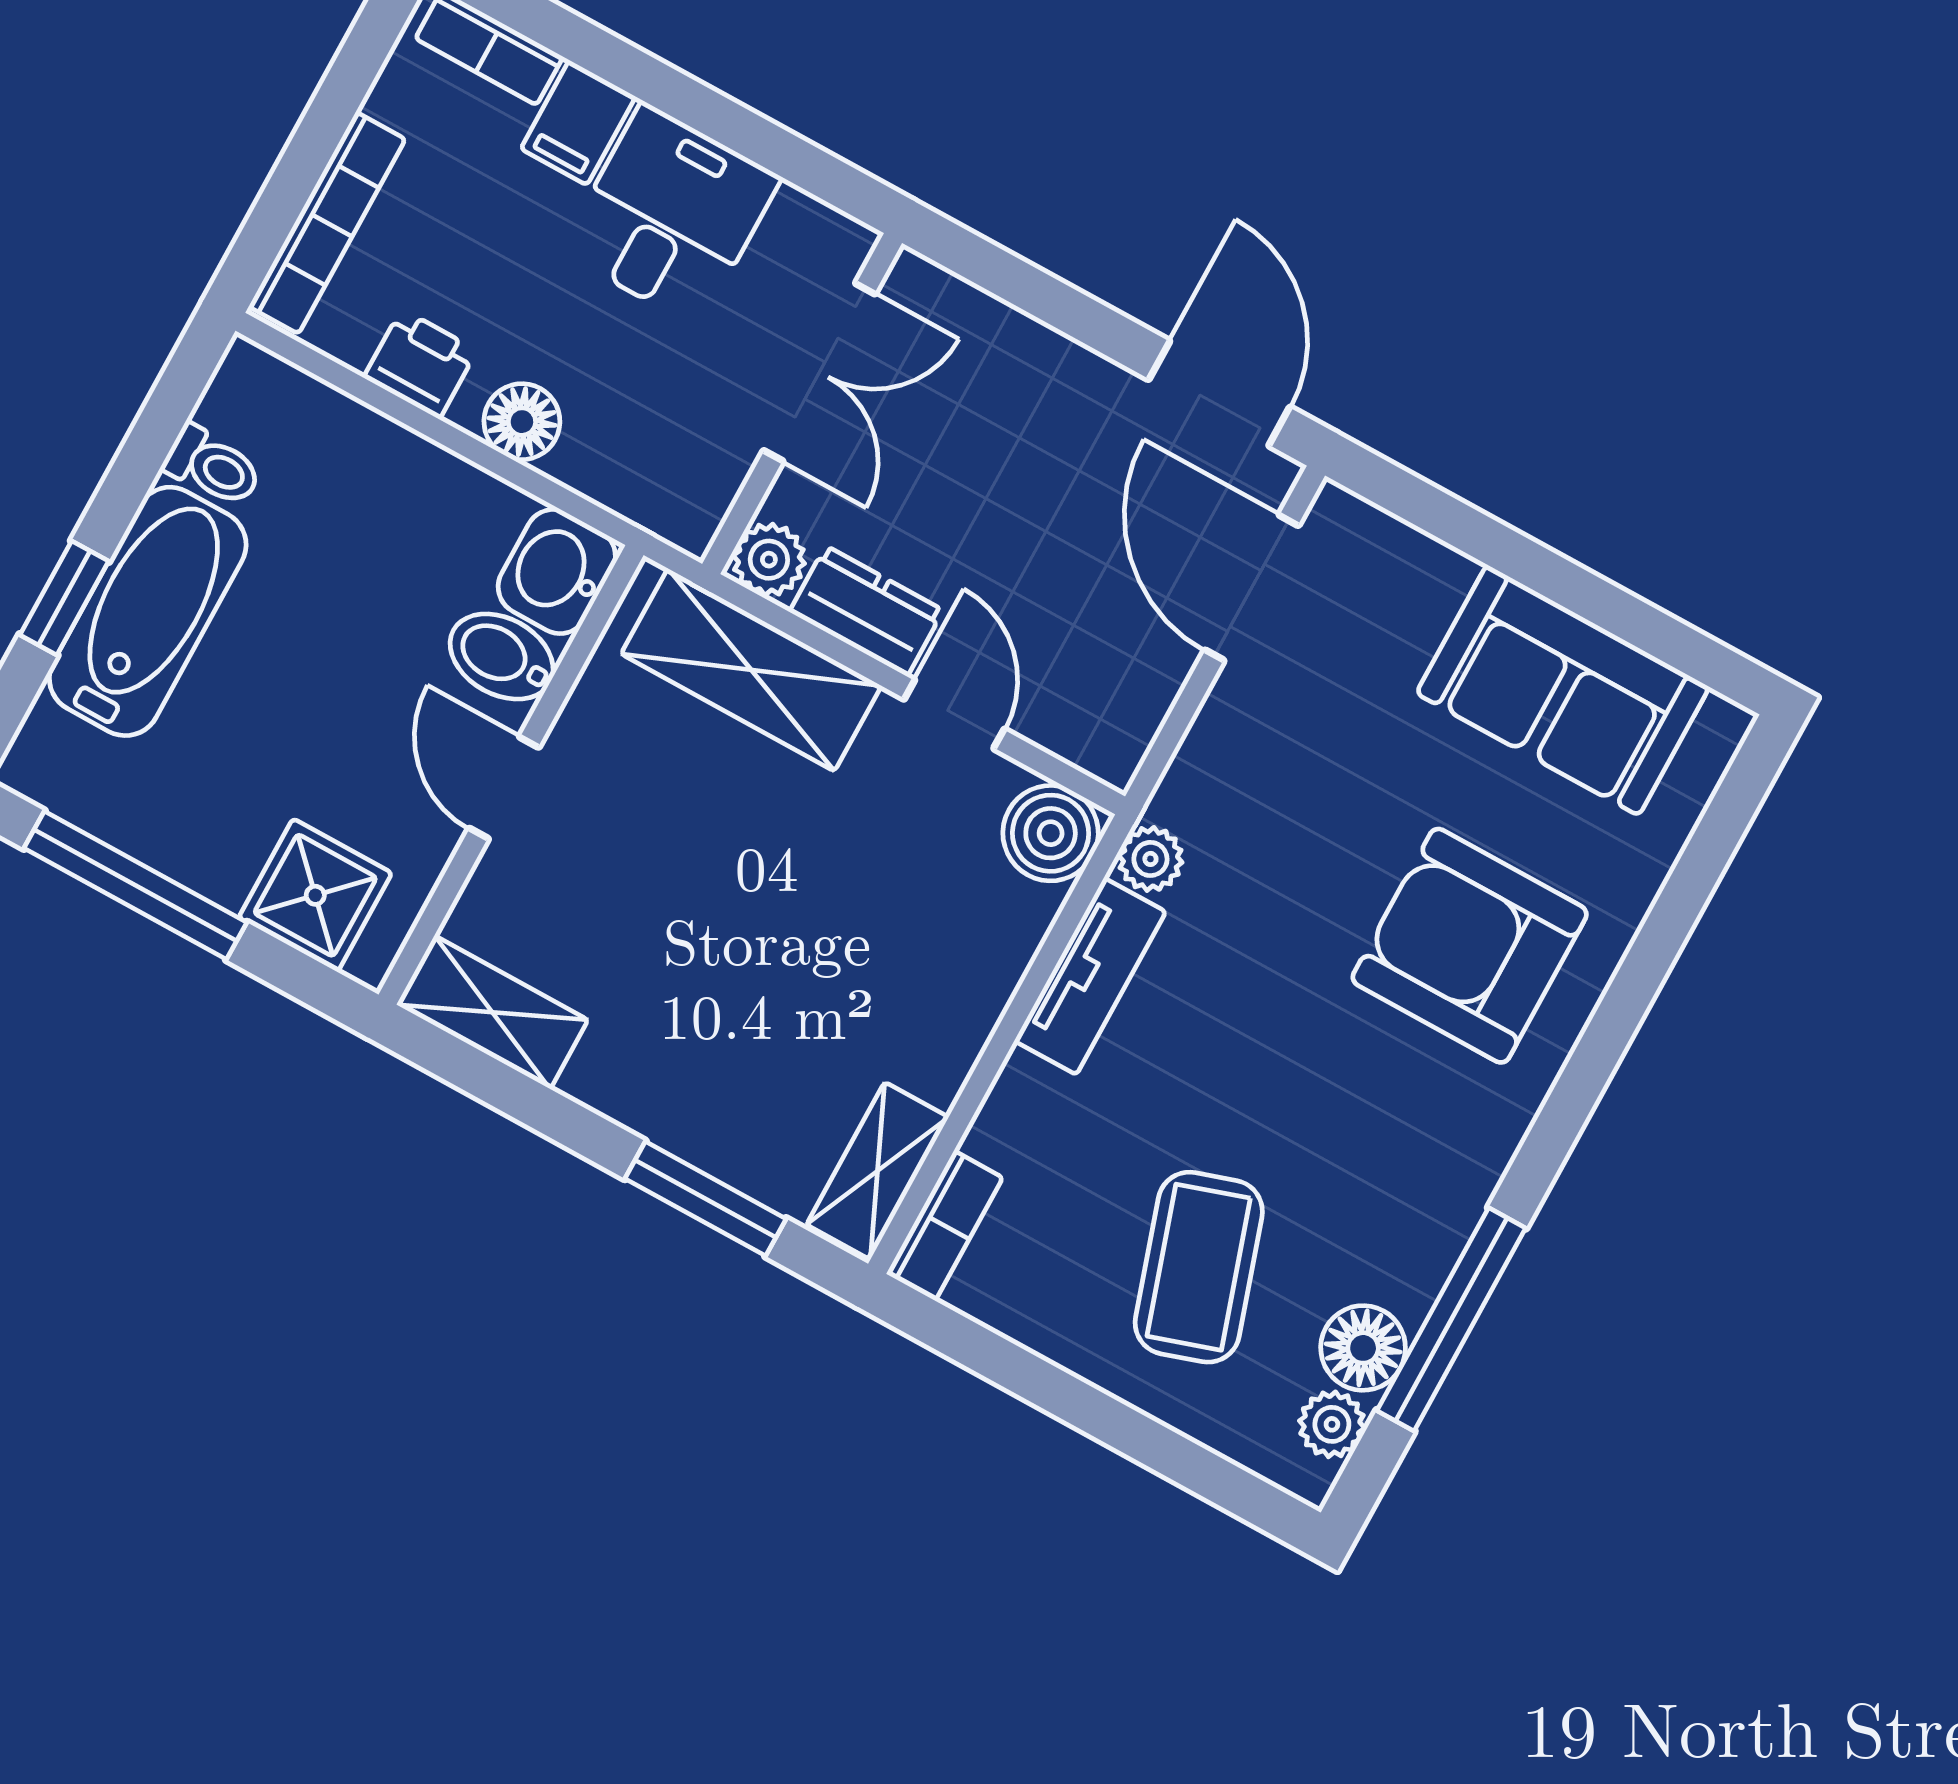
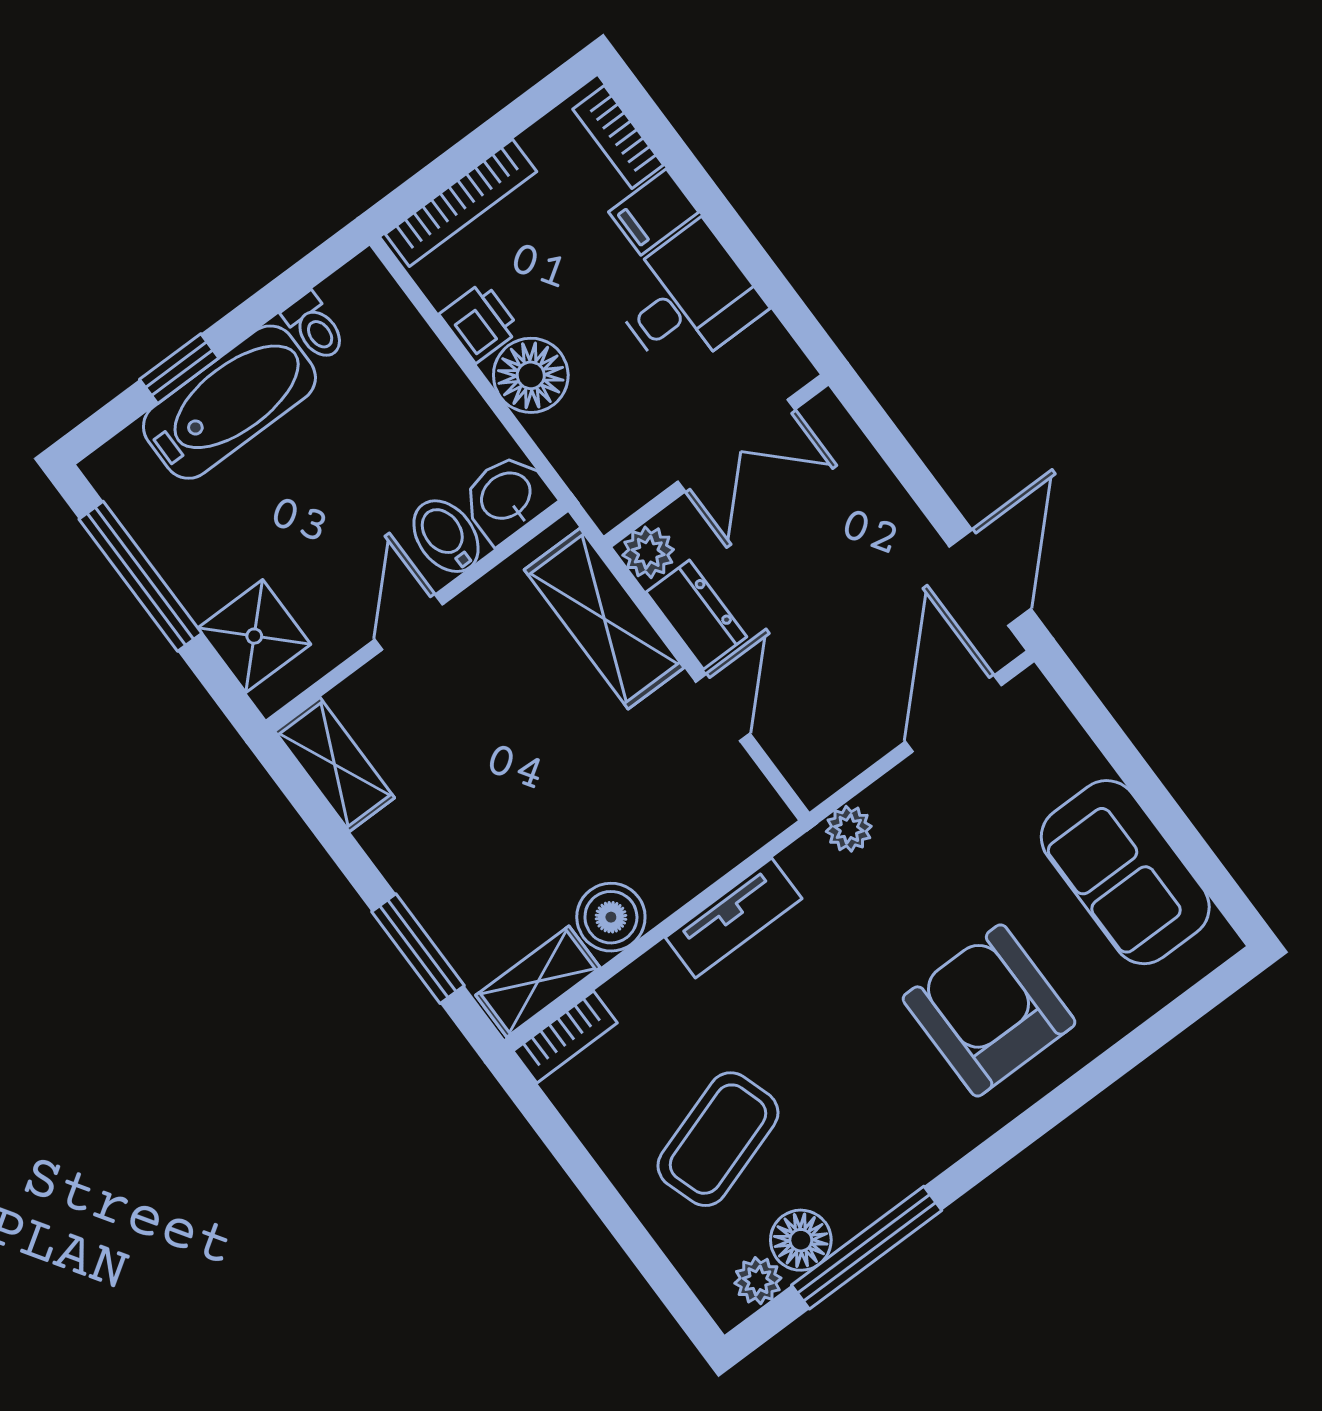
floor lamp: (522, 422) -> (531, 375), width x1.38, depth x1.38
boiler: (1051, 833) -> (611, 917), moved
plant: (1150, 859) -> (849, 829), moved

